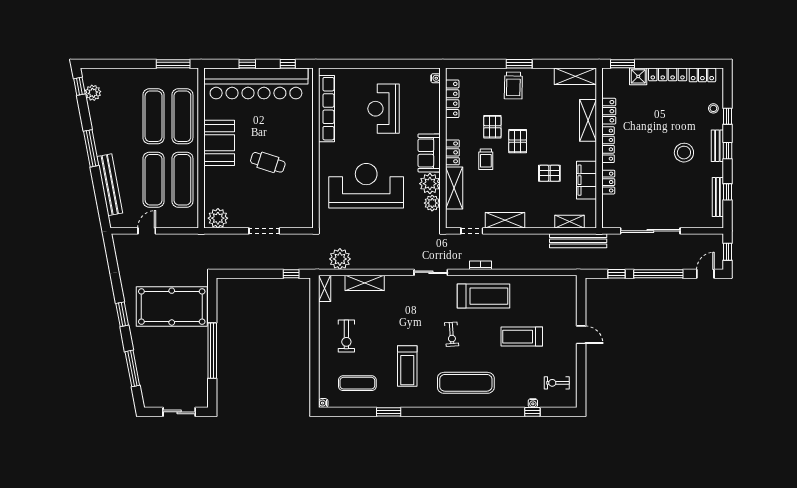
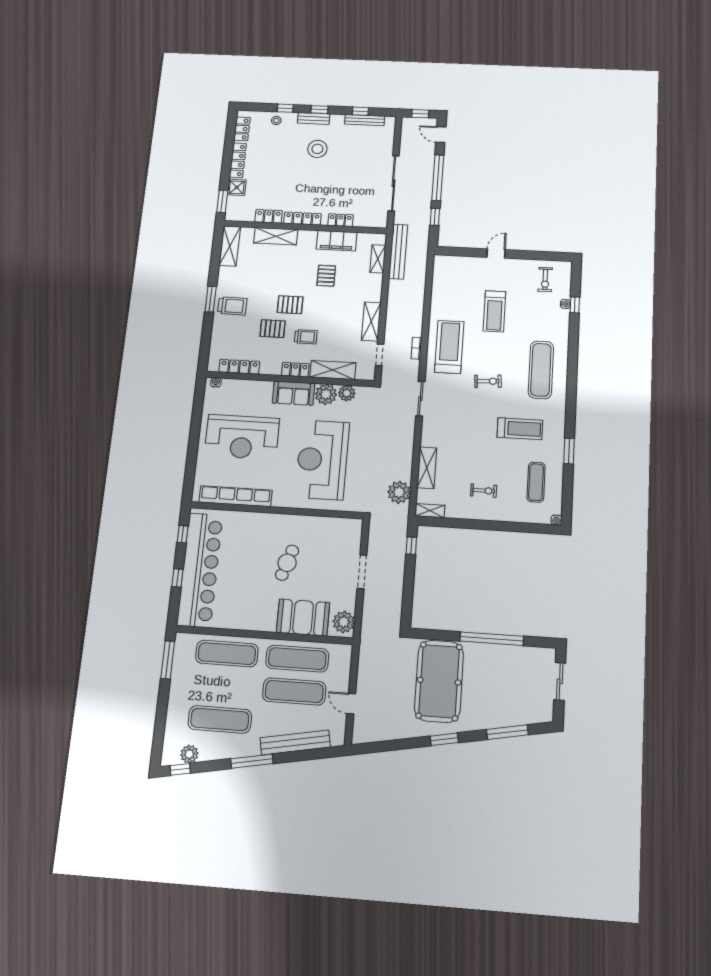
reception desk: (383, 109) -> (242, 437), width x1.36, depth x1.30
exercise mat: (154, 116) -> (220, 719), moved
booth: (219, 143) -> (303, 618), moved
exercise bike: (346, 336) -> (484, 491), width x0.73, depth x0.72

